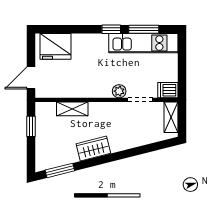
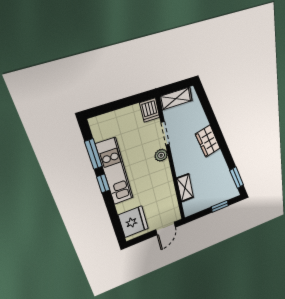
kitchen unit: (143, 43) -> (115, 172), moved
door: (31, 78) -> (166, 228), hinge flipped
window: (31, 126) -> (220, 206), moved
wardrobe: (93, 149) -> (208, 141), moved

